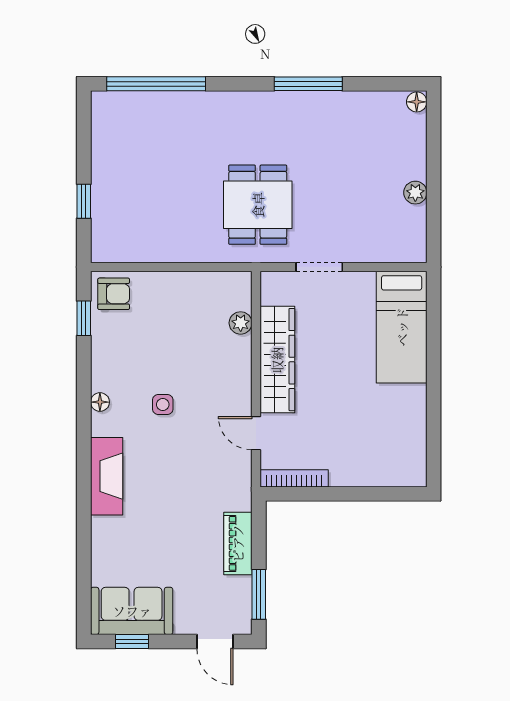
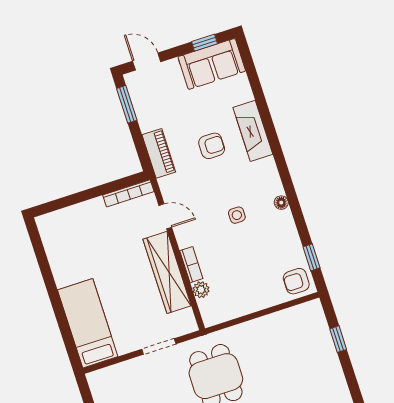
bookcase: (243, 359) -> (191, 265), added
fireplace: (107, 476) -> (253, 131), moved
armchair: (166, 505) -> (212, 146), added
piano: (238, 543) -> (159, 153), moved

